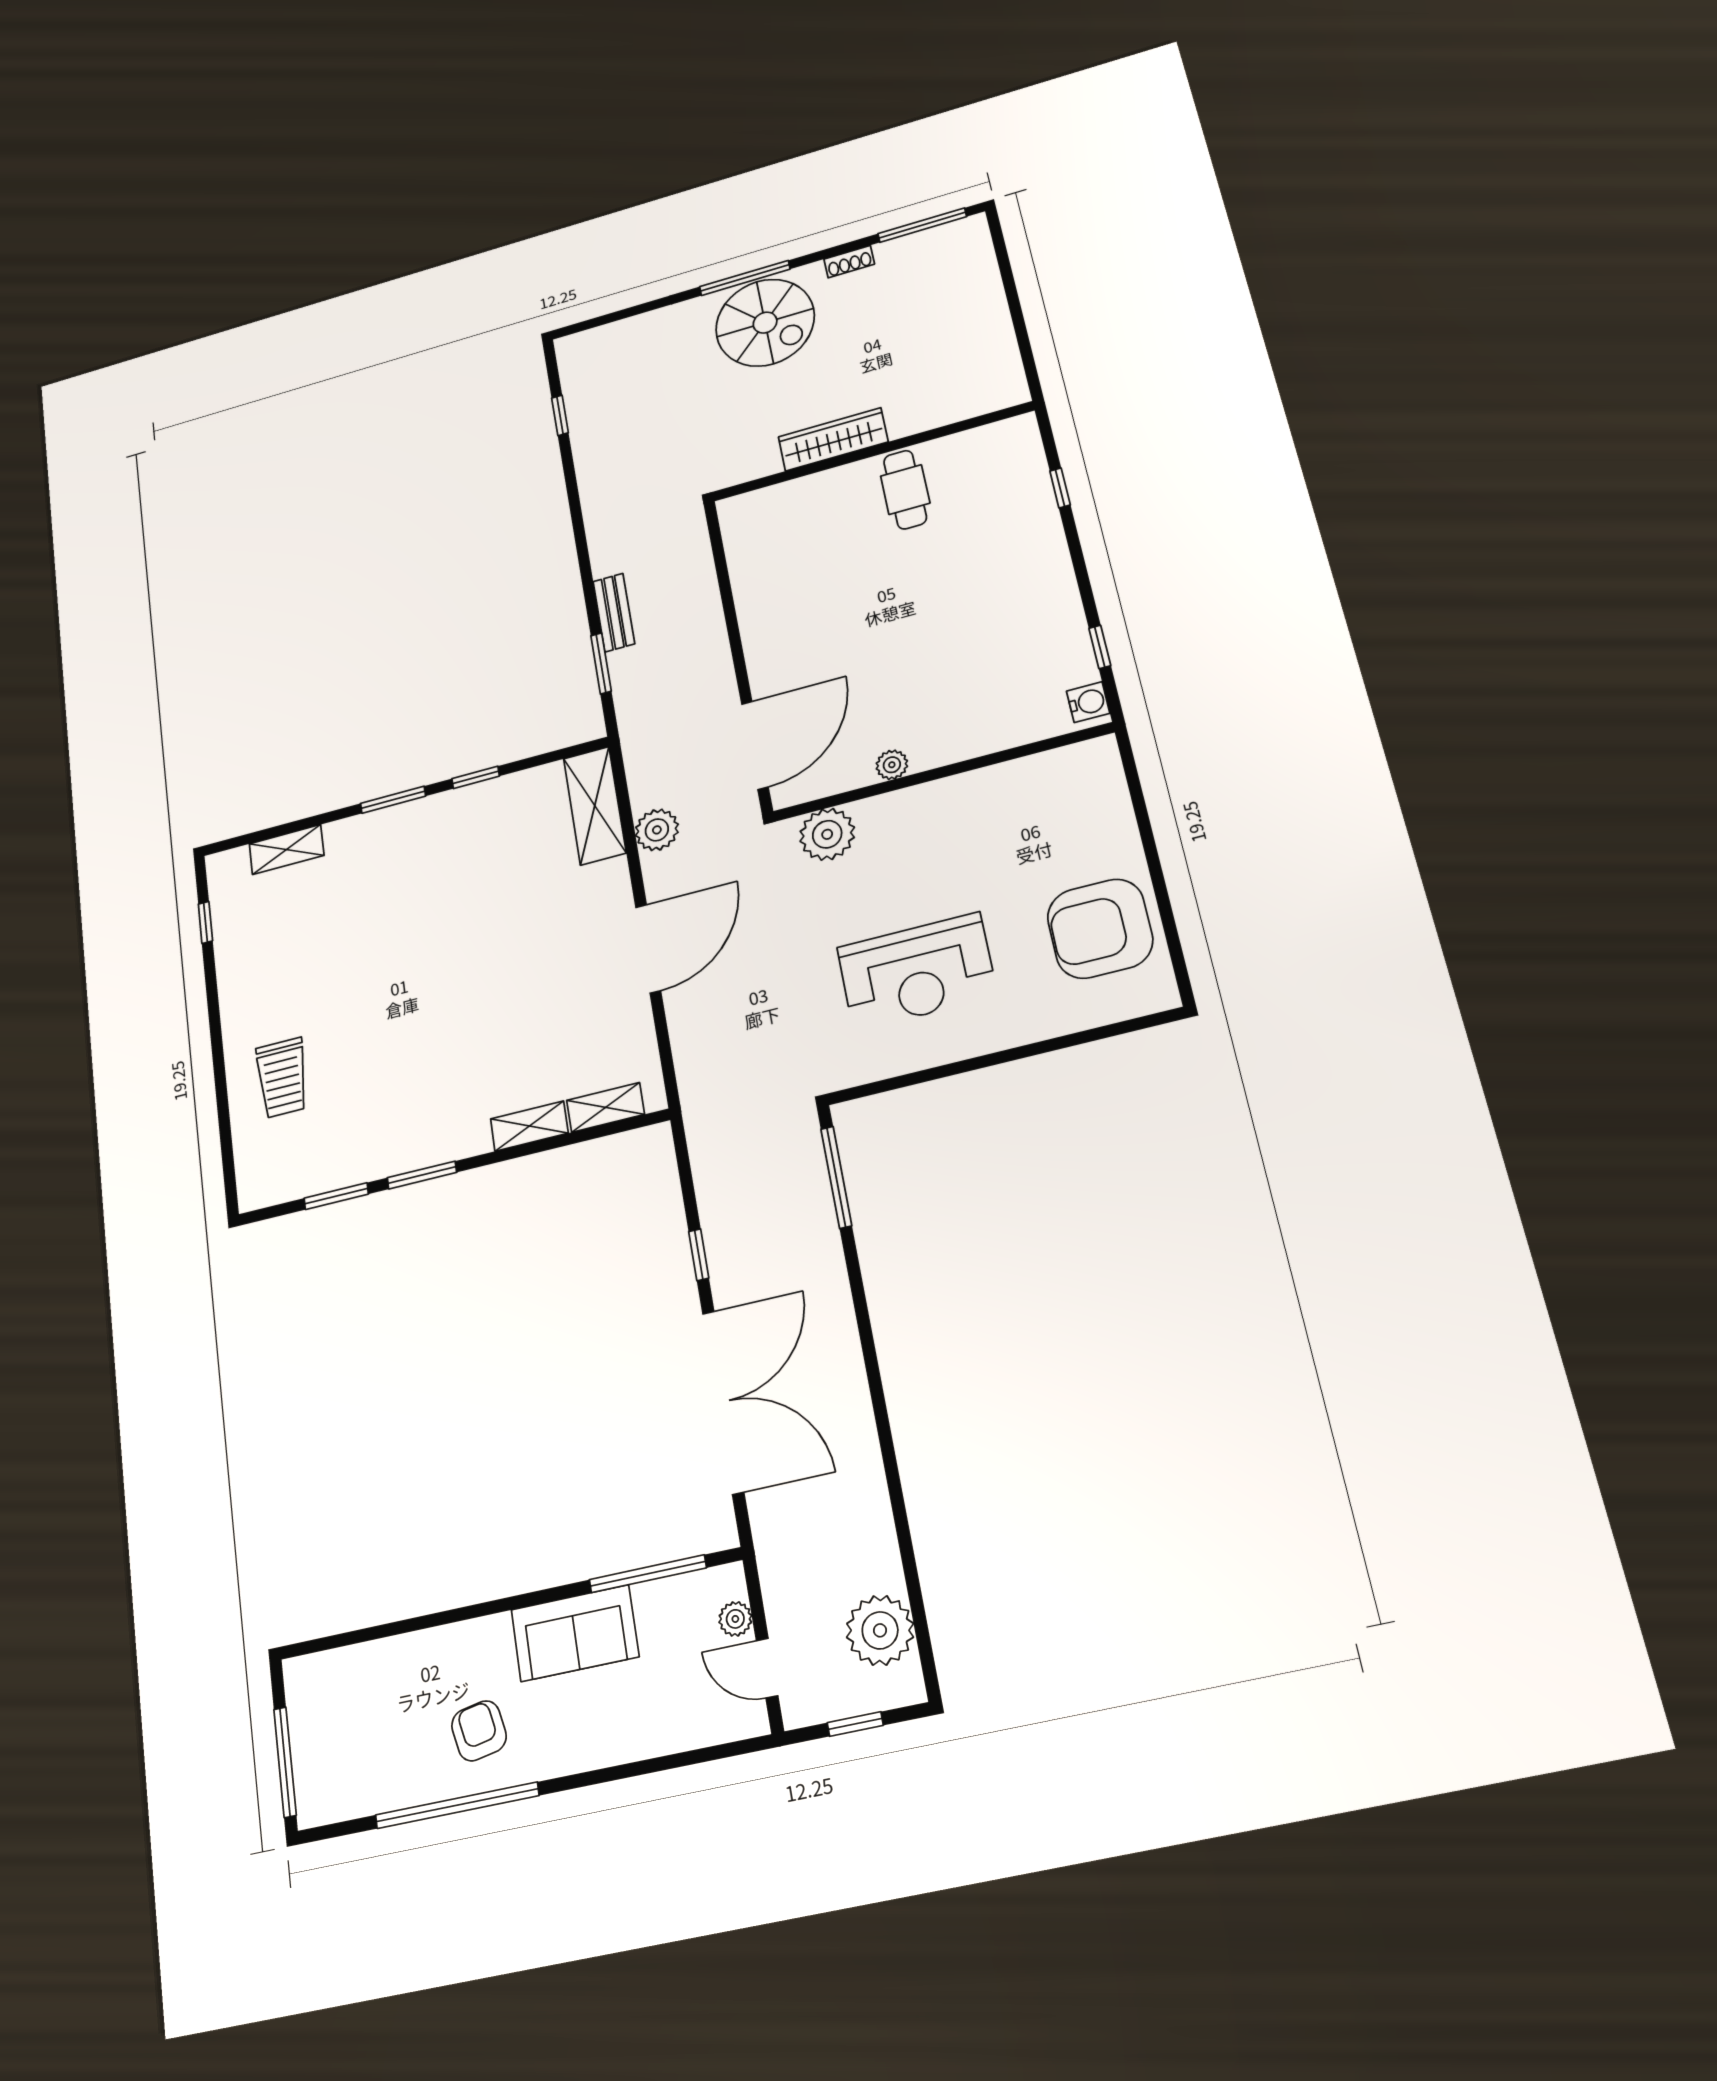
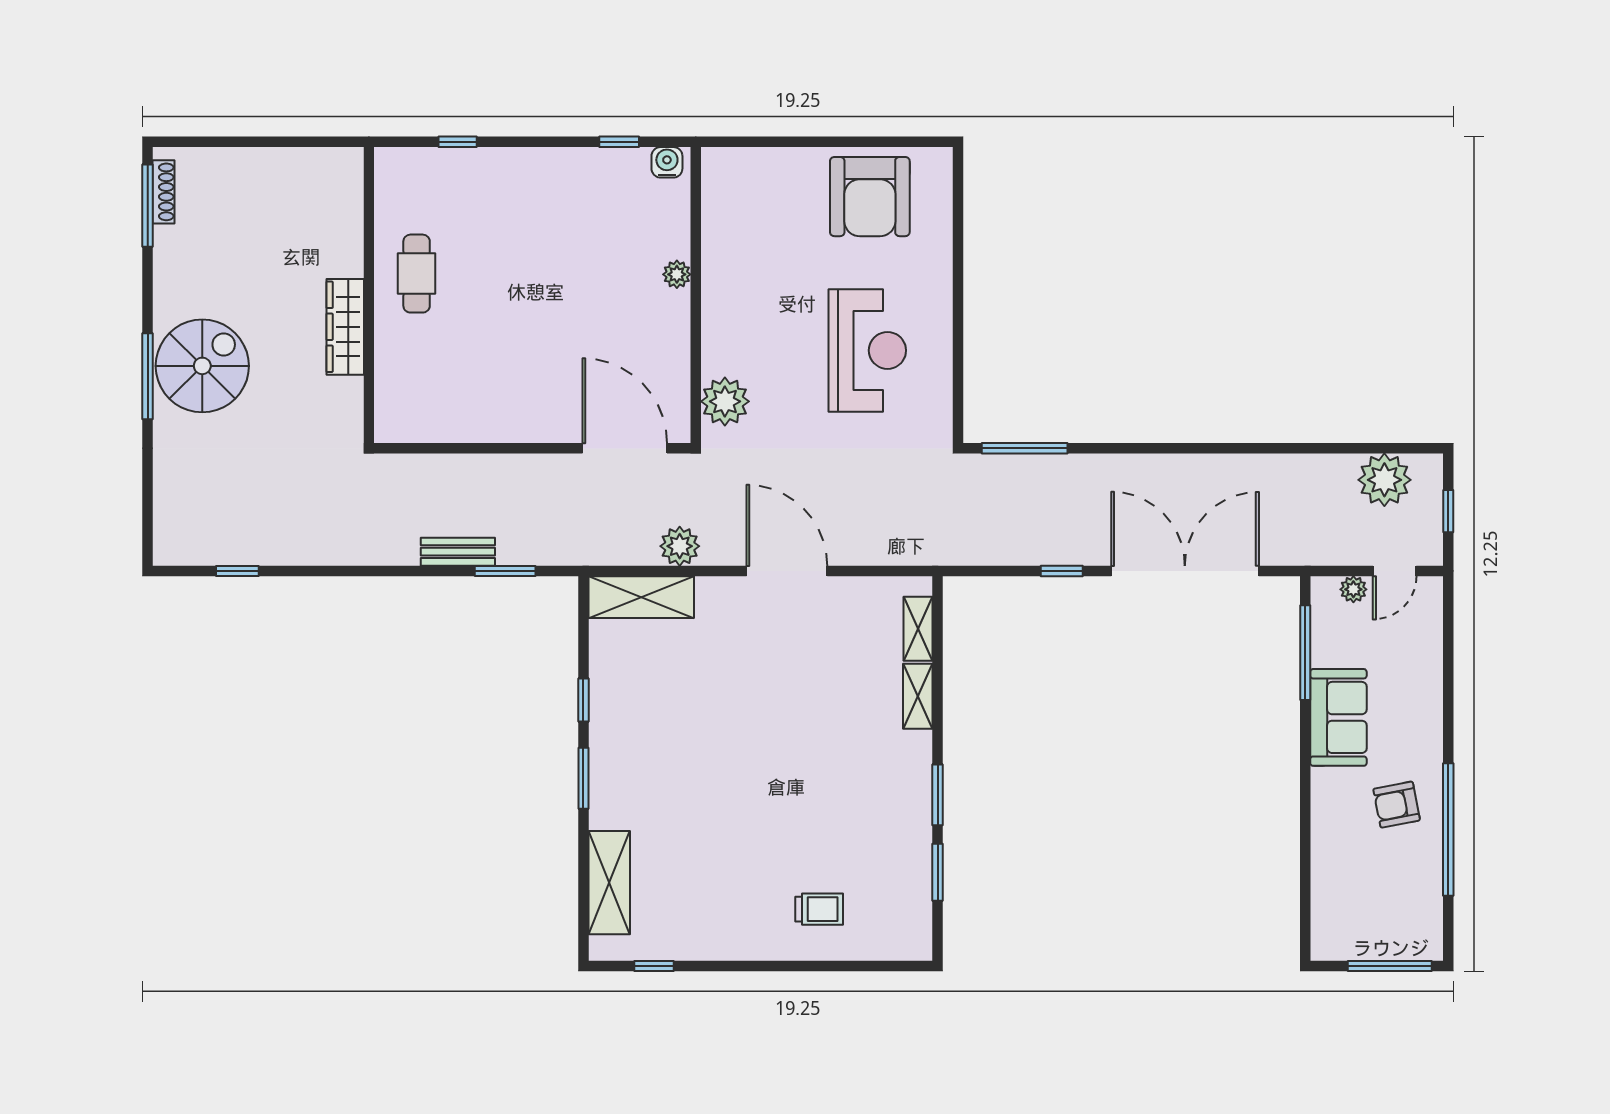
shoe rack: (849, 262) -> (163, 192), moved, width x1.43
cafe table: (905, 490) -> (417, 274), turned 90
plant: (892, 765) -> (677, 274), moved
shelving: (287, 849) -> (609, 883), width x1.50, depth x1.33
trolley: (282, 1078) -> (819, 909), width x0.73, depth x0.72

